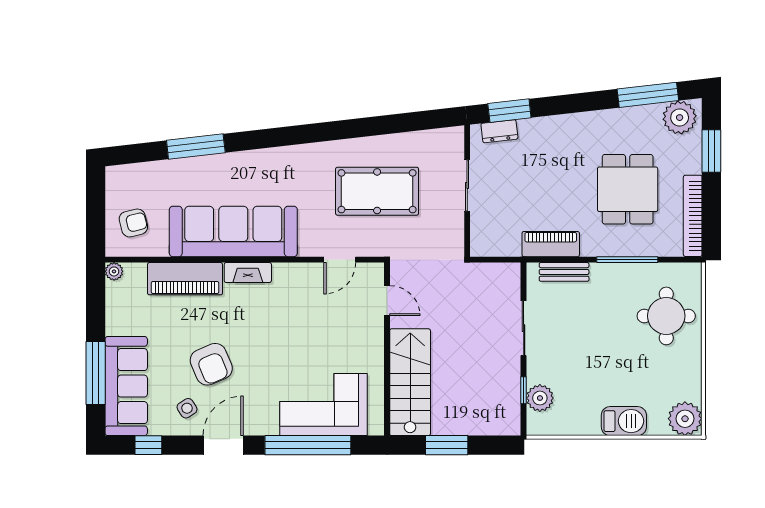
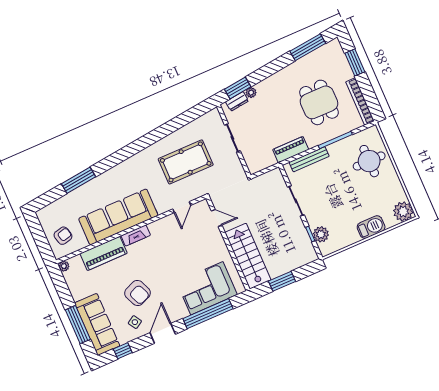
plant: (680, 118) -> (251, 93), moved, width x0.53, depth x0.53
bench: (564, 272) -> (309, 159), width x1.36

